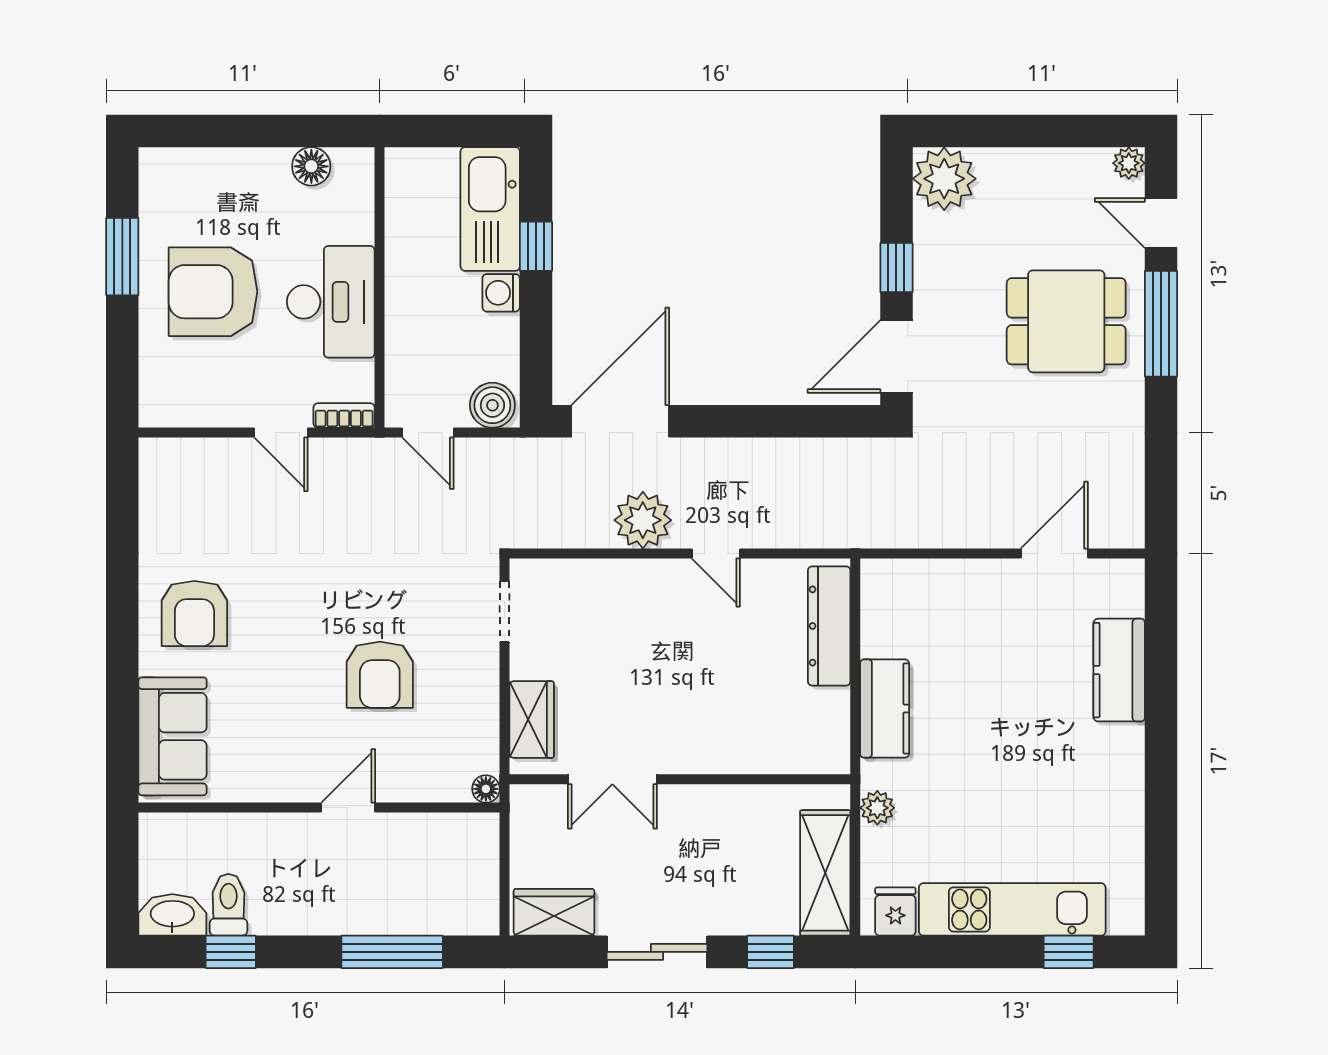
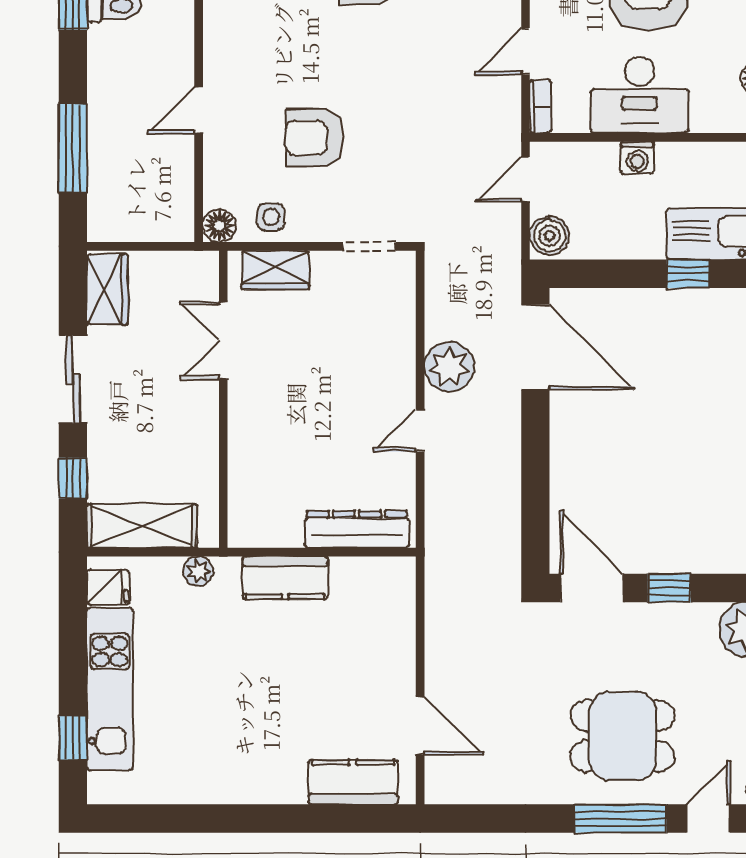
washing machine: (501, 293) -> (637, 158), moved, turned 180
dining table: (1066, 321) -> (622, 736), turned 90
kitchen counter: (1119, 670) -> (353, 782), moved
side table: (471, 725) -> (271, 217), added
floor lamp: (486, 789) -> (219, 226), width x1.37, depth x1.37
door: (348, 808) -> (199, 110), swing flipped

